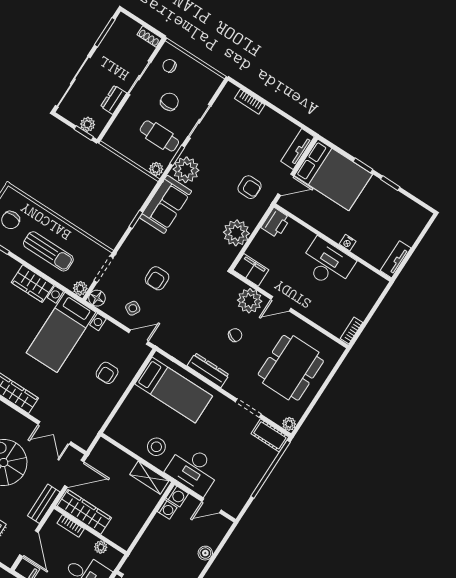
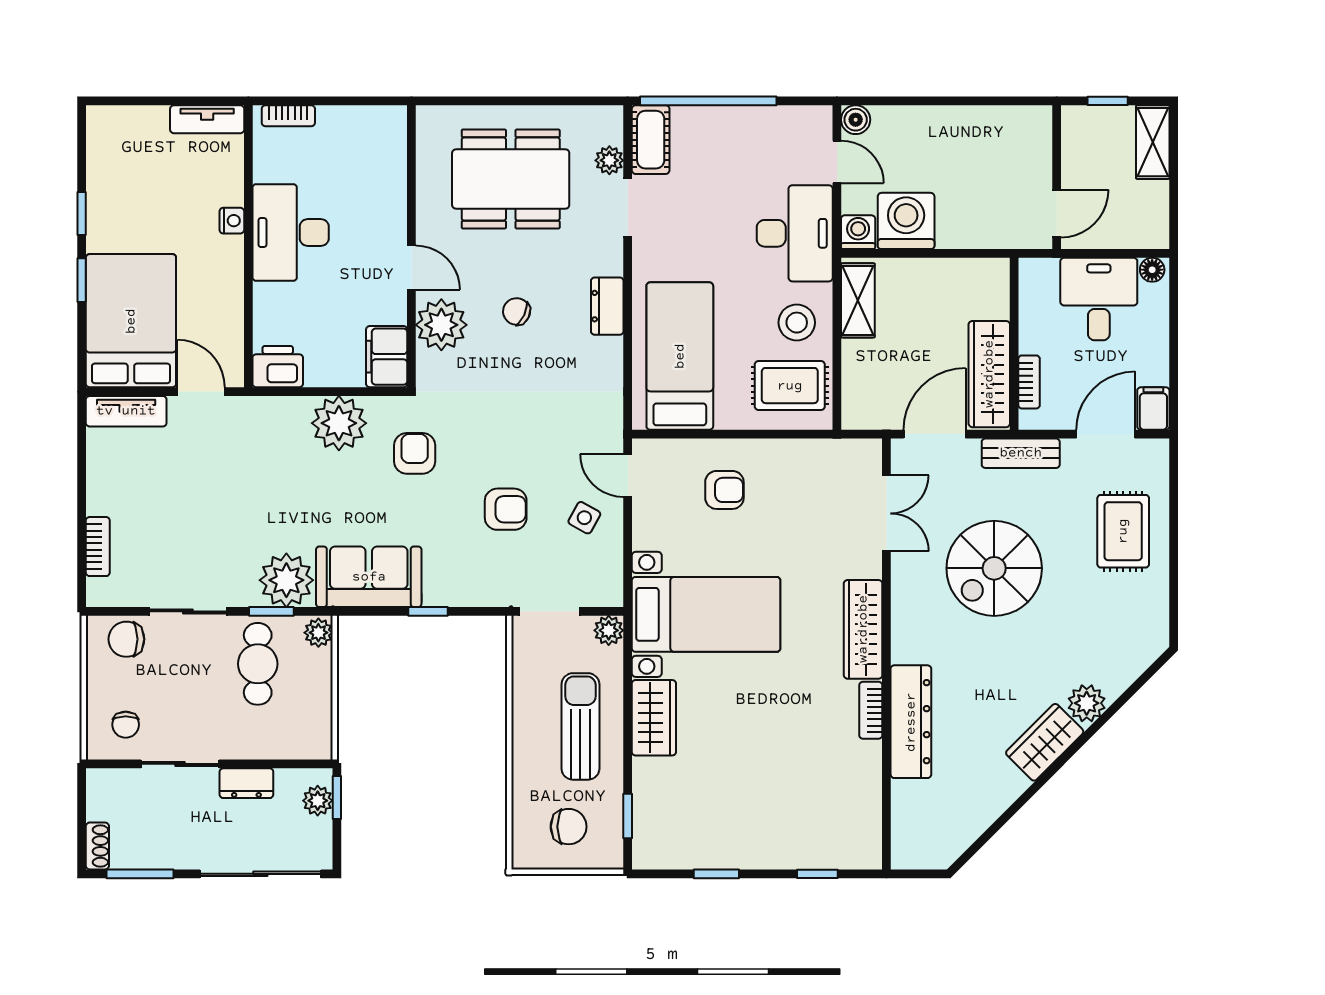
shoe rack: (150, 37) -> (97, 846), moved
chair: (169, 102) -> (126, 639), moved
armchair: (250, 187) -> (415, 453), moved
floor lamp: (97, 298) -> (607, 591), removed
bookcase: (352, 331) -> (288, 116), moved
dresser: (208, 370) -> (607, 306), width x0.70
plant: (289, 424) -> (609, 160), moved
rug: (132, 427) -> (790, 386), added
door: (74, 474) -> (935, 434), hinge flipped
washing machine: (167, 509) -> (906, 221), width x1.89, depth x1.89
plant: (101, 547) -> (1032, 307), removed
boiler: (205, 553) -> (856, 120), moved

